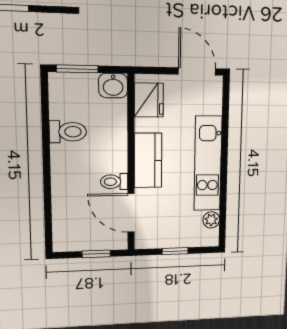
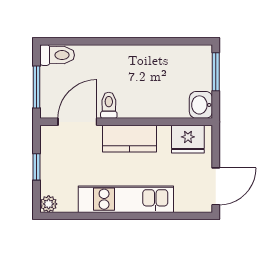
toilet: (68, 132) -> (57, 55), moved, turned -90
plant: (211, 220) -> (49, 204), moved
window: (96, 254) -> (37, 87), width x1.50

